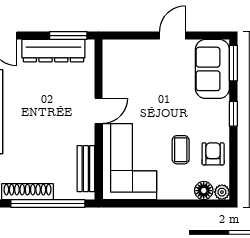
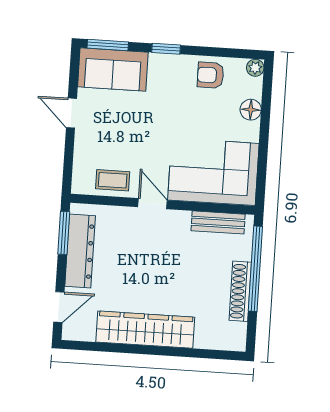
coffee table: (181, 150) -> (113, 180), moved
floor lamp: (204, 191) -> (251, 110), moved

